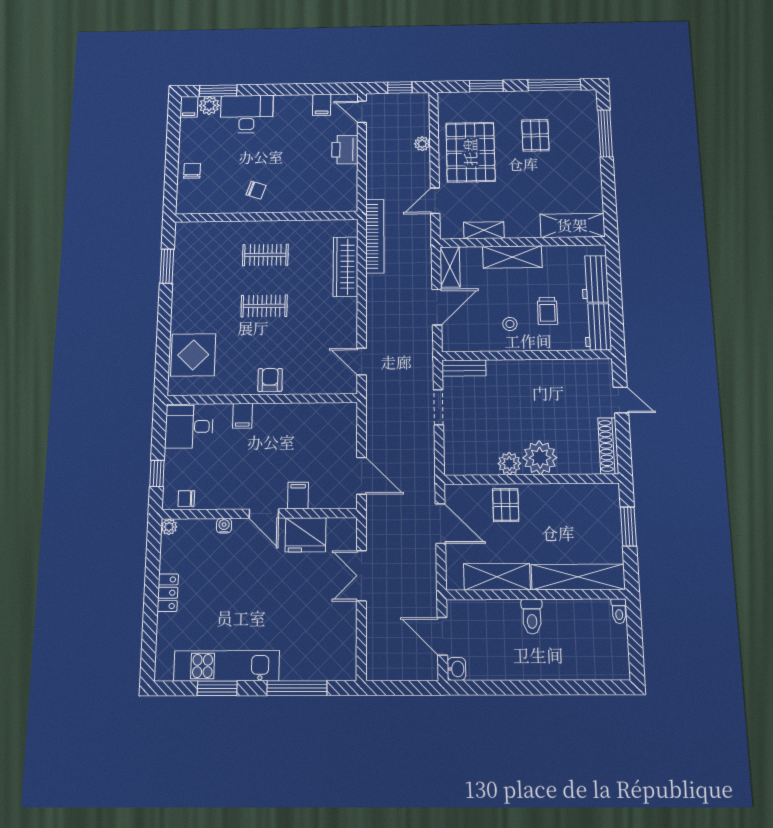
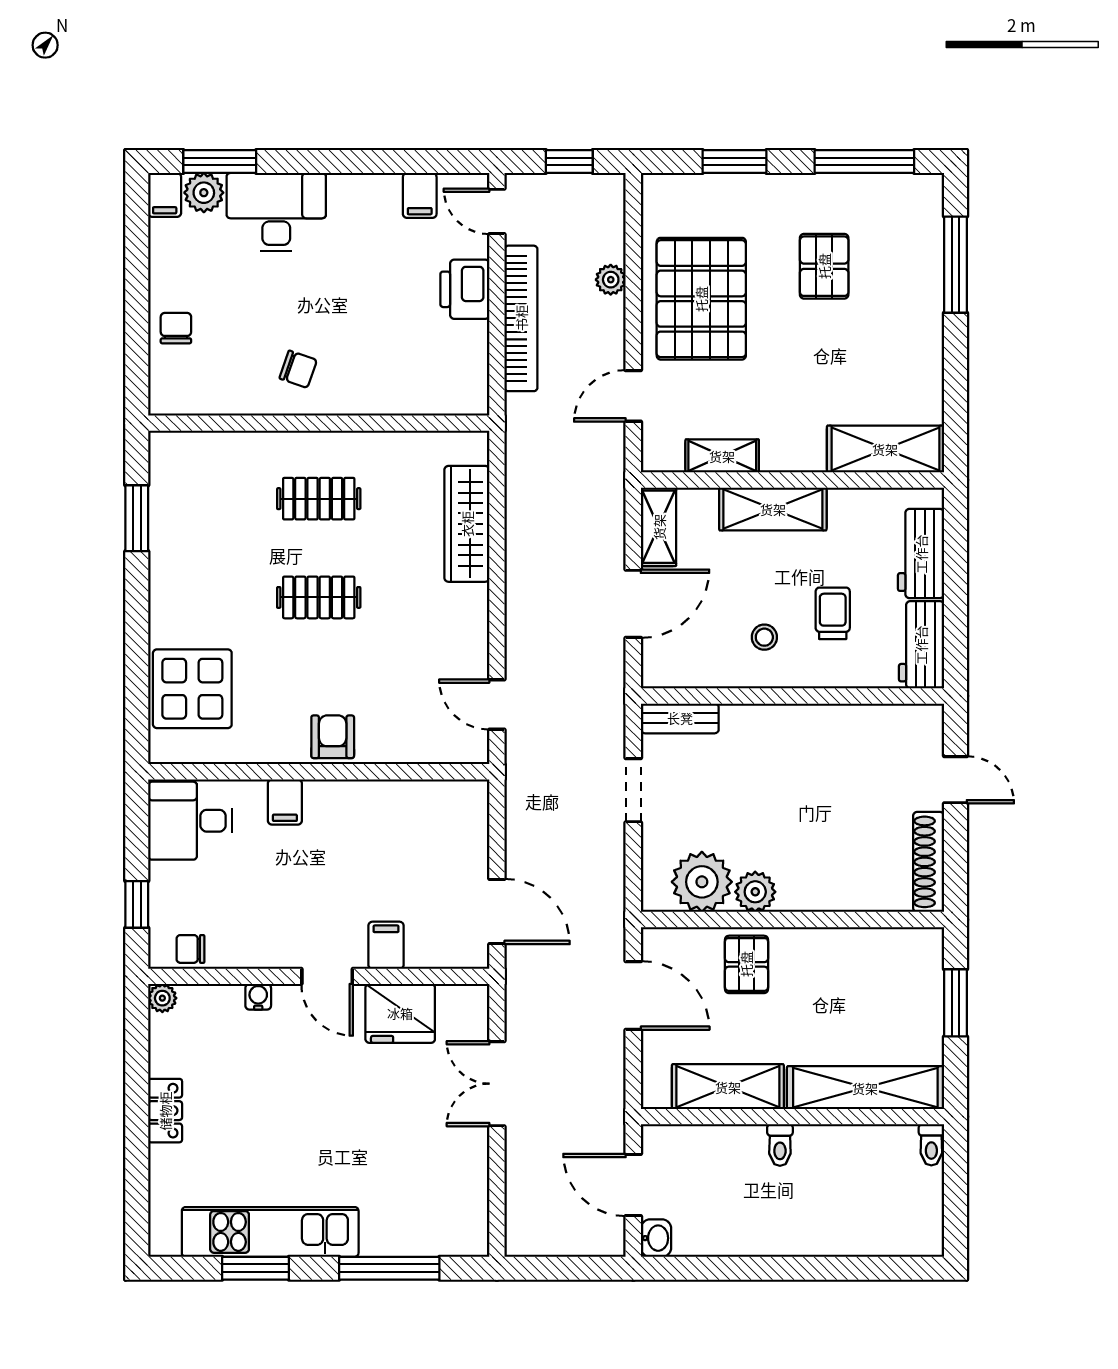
bookcase: (375, 236) -> (521, 318), moved
trolley: (547, 311) -> (833, 613), turned 180
plant: (540, 458) -> (702, 882), moved
toilet: (532, 617) -> (780, 1145), width x0.73, depth x0.72

